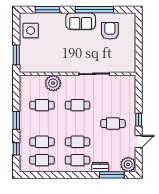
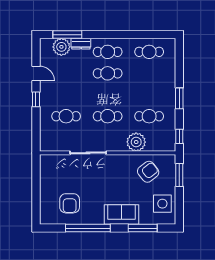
sofa: (81, 21) -> (121, 215), moved
armchair: (43, 58) -> (148, 172), added
cafe table: (113, 123) -> (66, 116), moved
cafe table: (42, 142) -> (149, 73), removed
door: (139, 142) -> (36, 73), swing flipped
window: (16, 149) -> (179, 136), moved
plant: (128, 164) -> (61, 47), moved

